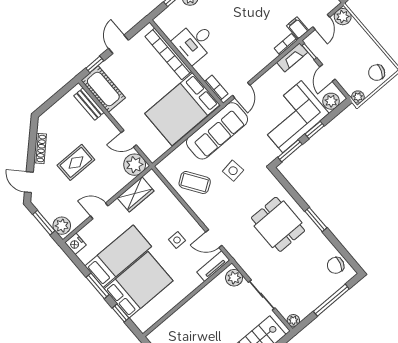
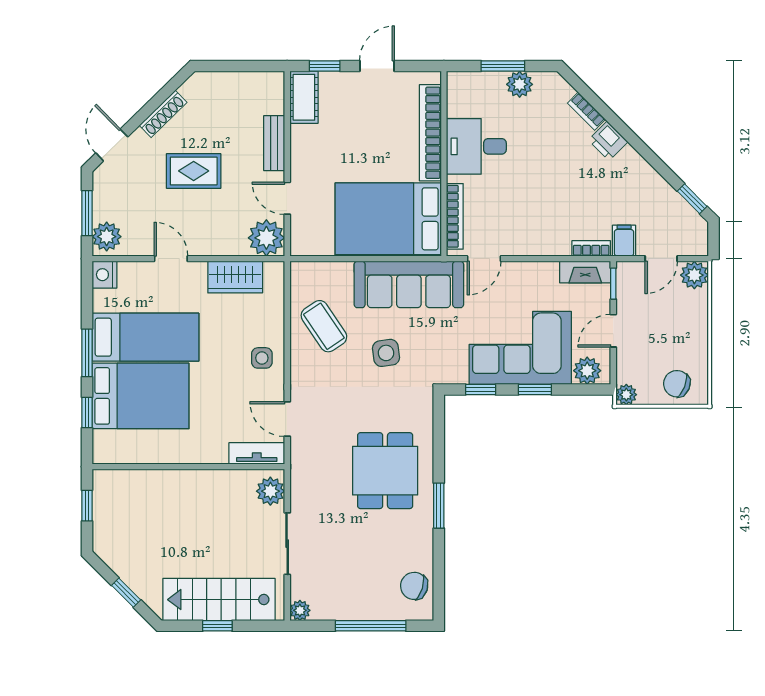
bookcase: (216, 88) -> (455, 216), width x1.56
cot: (103, 89) -> (304, 97), width x0.73, depth x0.75
bench: (89, 104) -> (274, 143), moved
window: (290, 151) -> (481, 390), width x0.67
side table: (177, 240) -> (262, 358), moved

